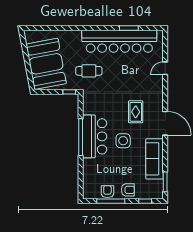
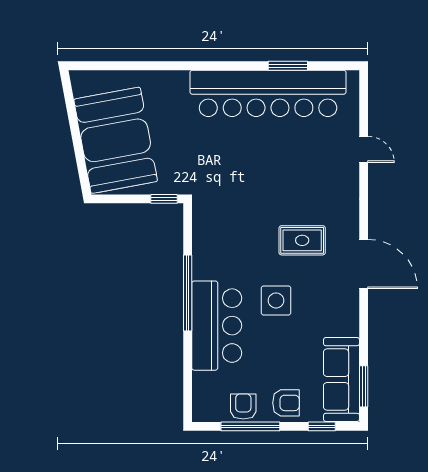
door: (165, 68) -> (364, 150), swing flipped
cafe table: (89, 71) -> (205, 155), removed
rug: (136, 112) -> (302, 240), turned 90
bar counter: (95, 136) -> (217, 326), moved
sofa: (155, 159) -> (341, 379), moved

